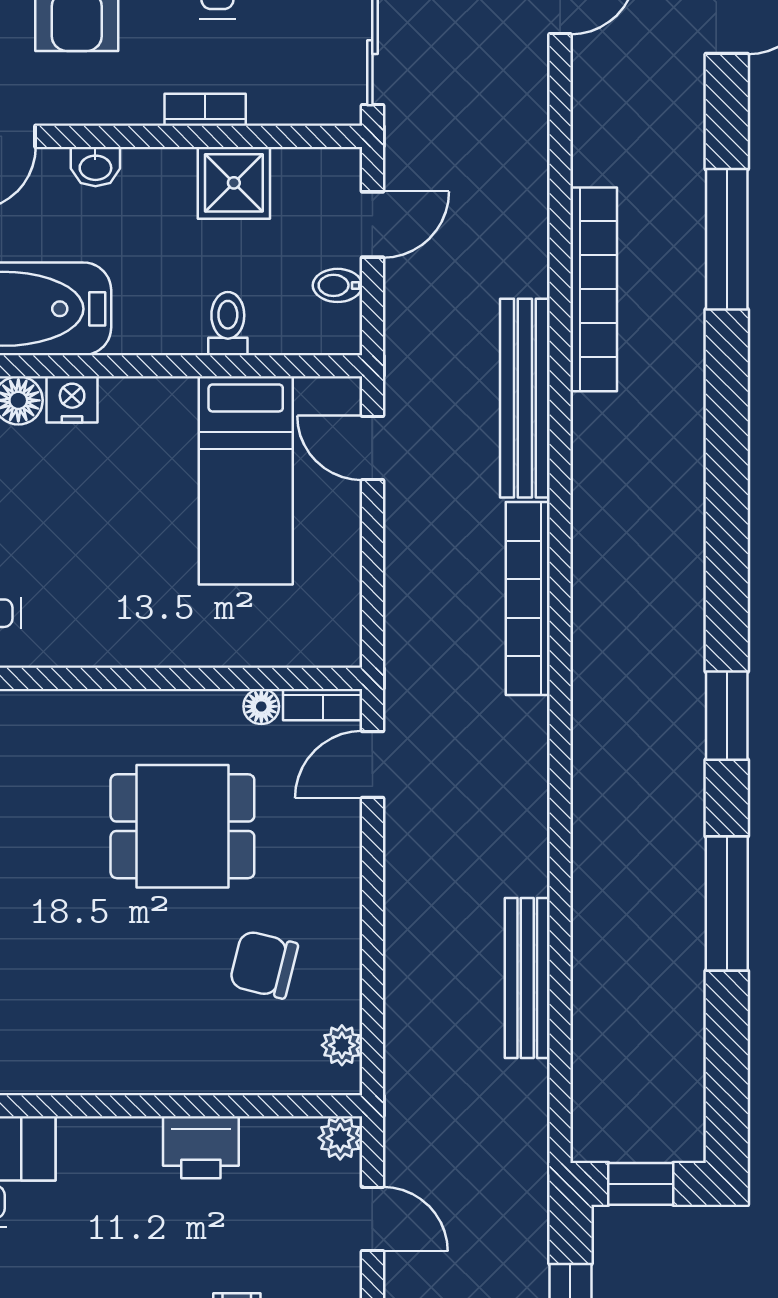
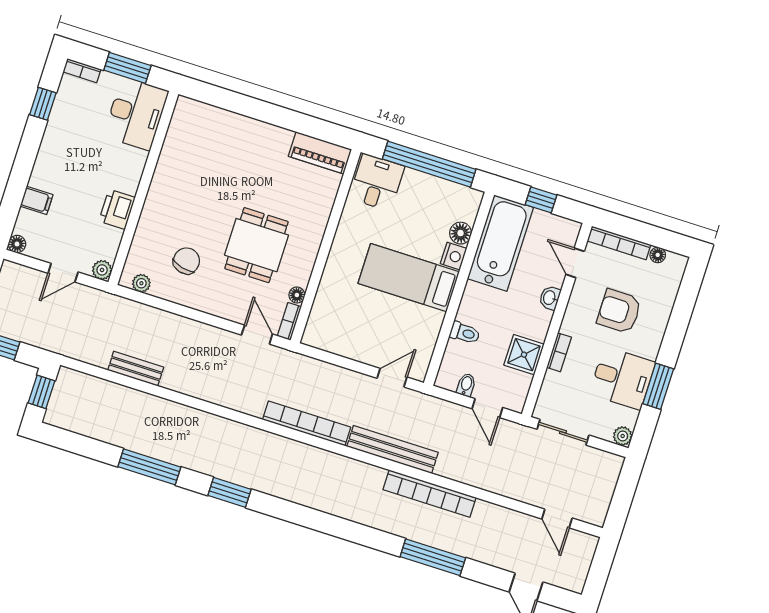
bed: (246, 480) -> (409, 278), moved
bench: (527, 978) -> (136, 369), width x0.73

